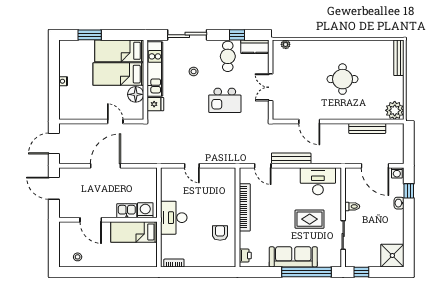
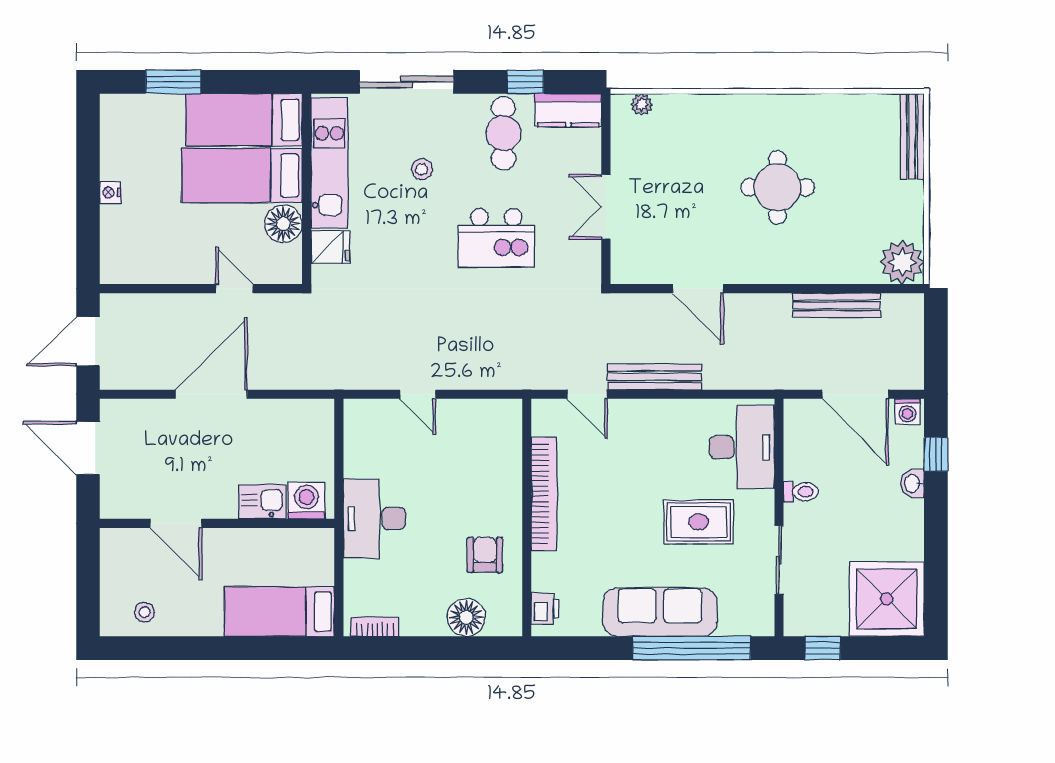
desk: (318, 181) -> (742, 447), moved, turned 90
bed: (134, 232) -> (279, 612), moved
shower: (392, 256) -> (887, 599), width x1.37, depth x1.37
floor lamp: (212, 259) -> (466, 617), added

